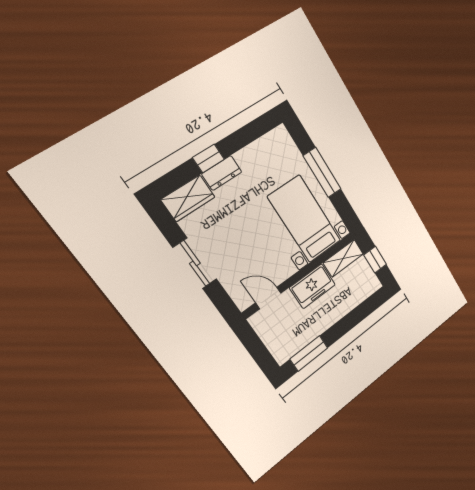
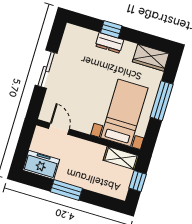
wardrobe: (188, 198) -> (151, 58), moved
freezer: (312, 286) -> (41, 165), moved, turned 180
window: (309, 353) -> (66, 190), moved

